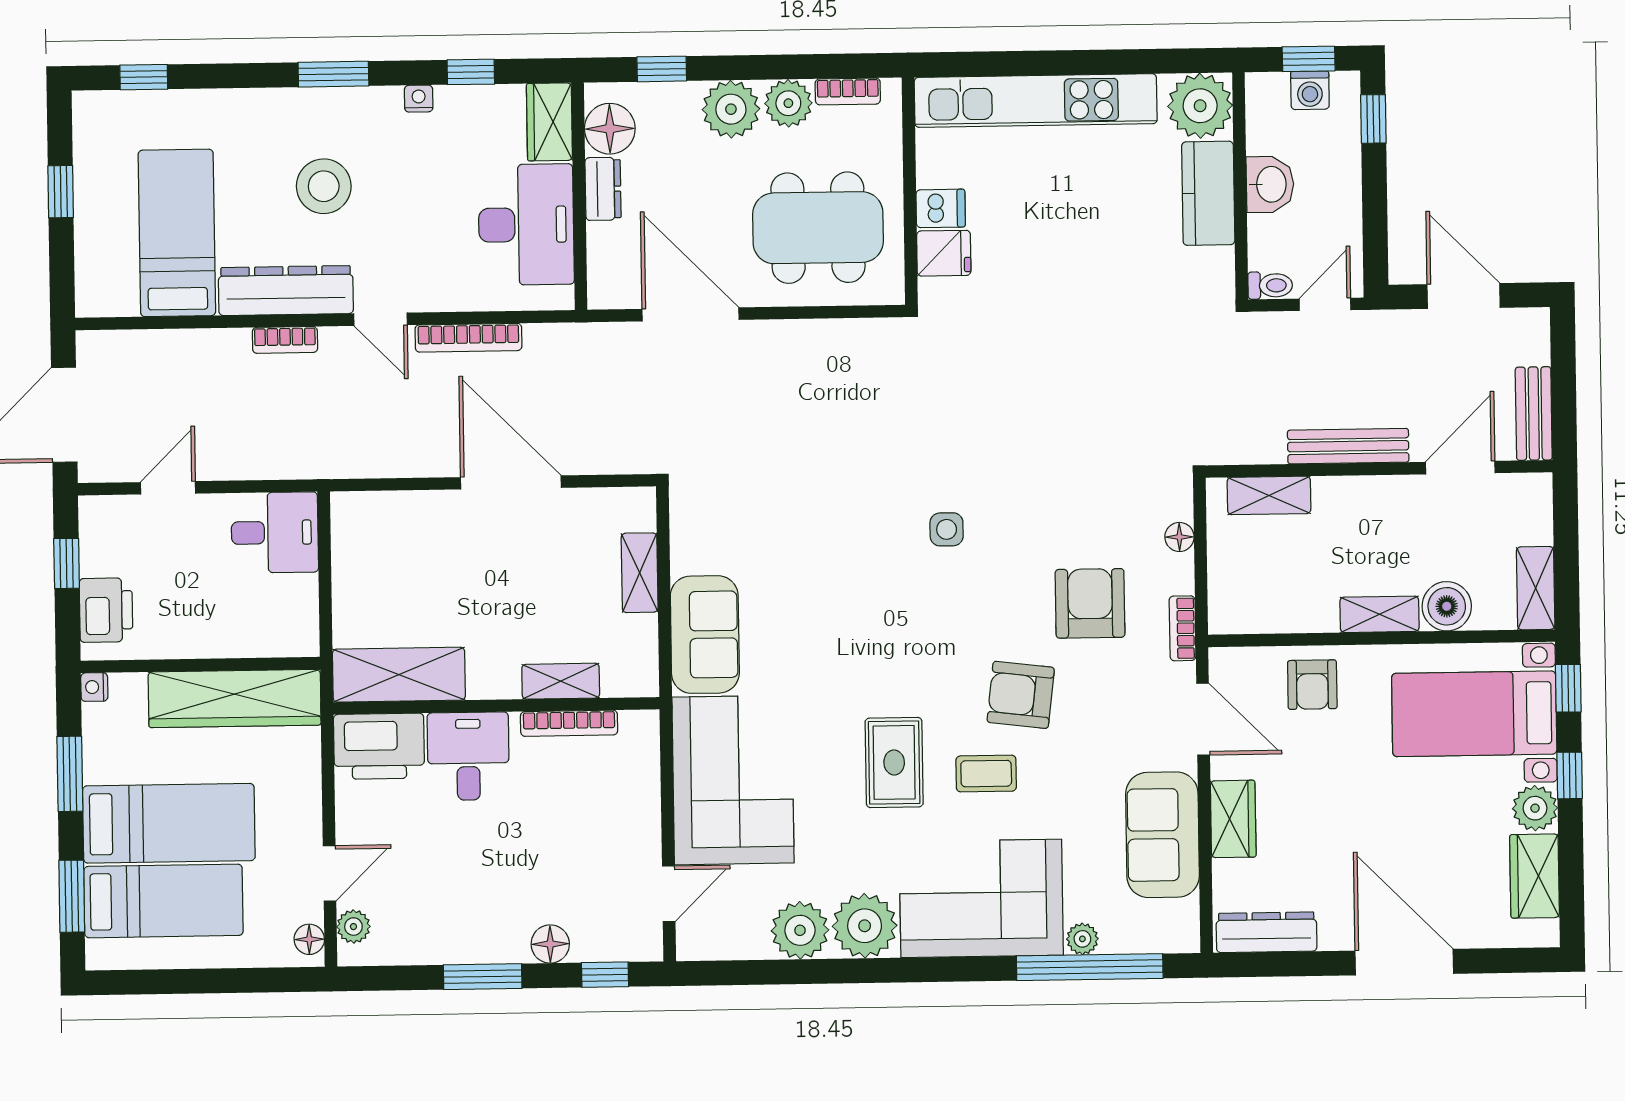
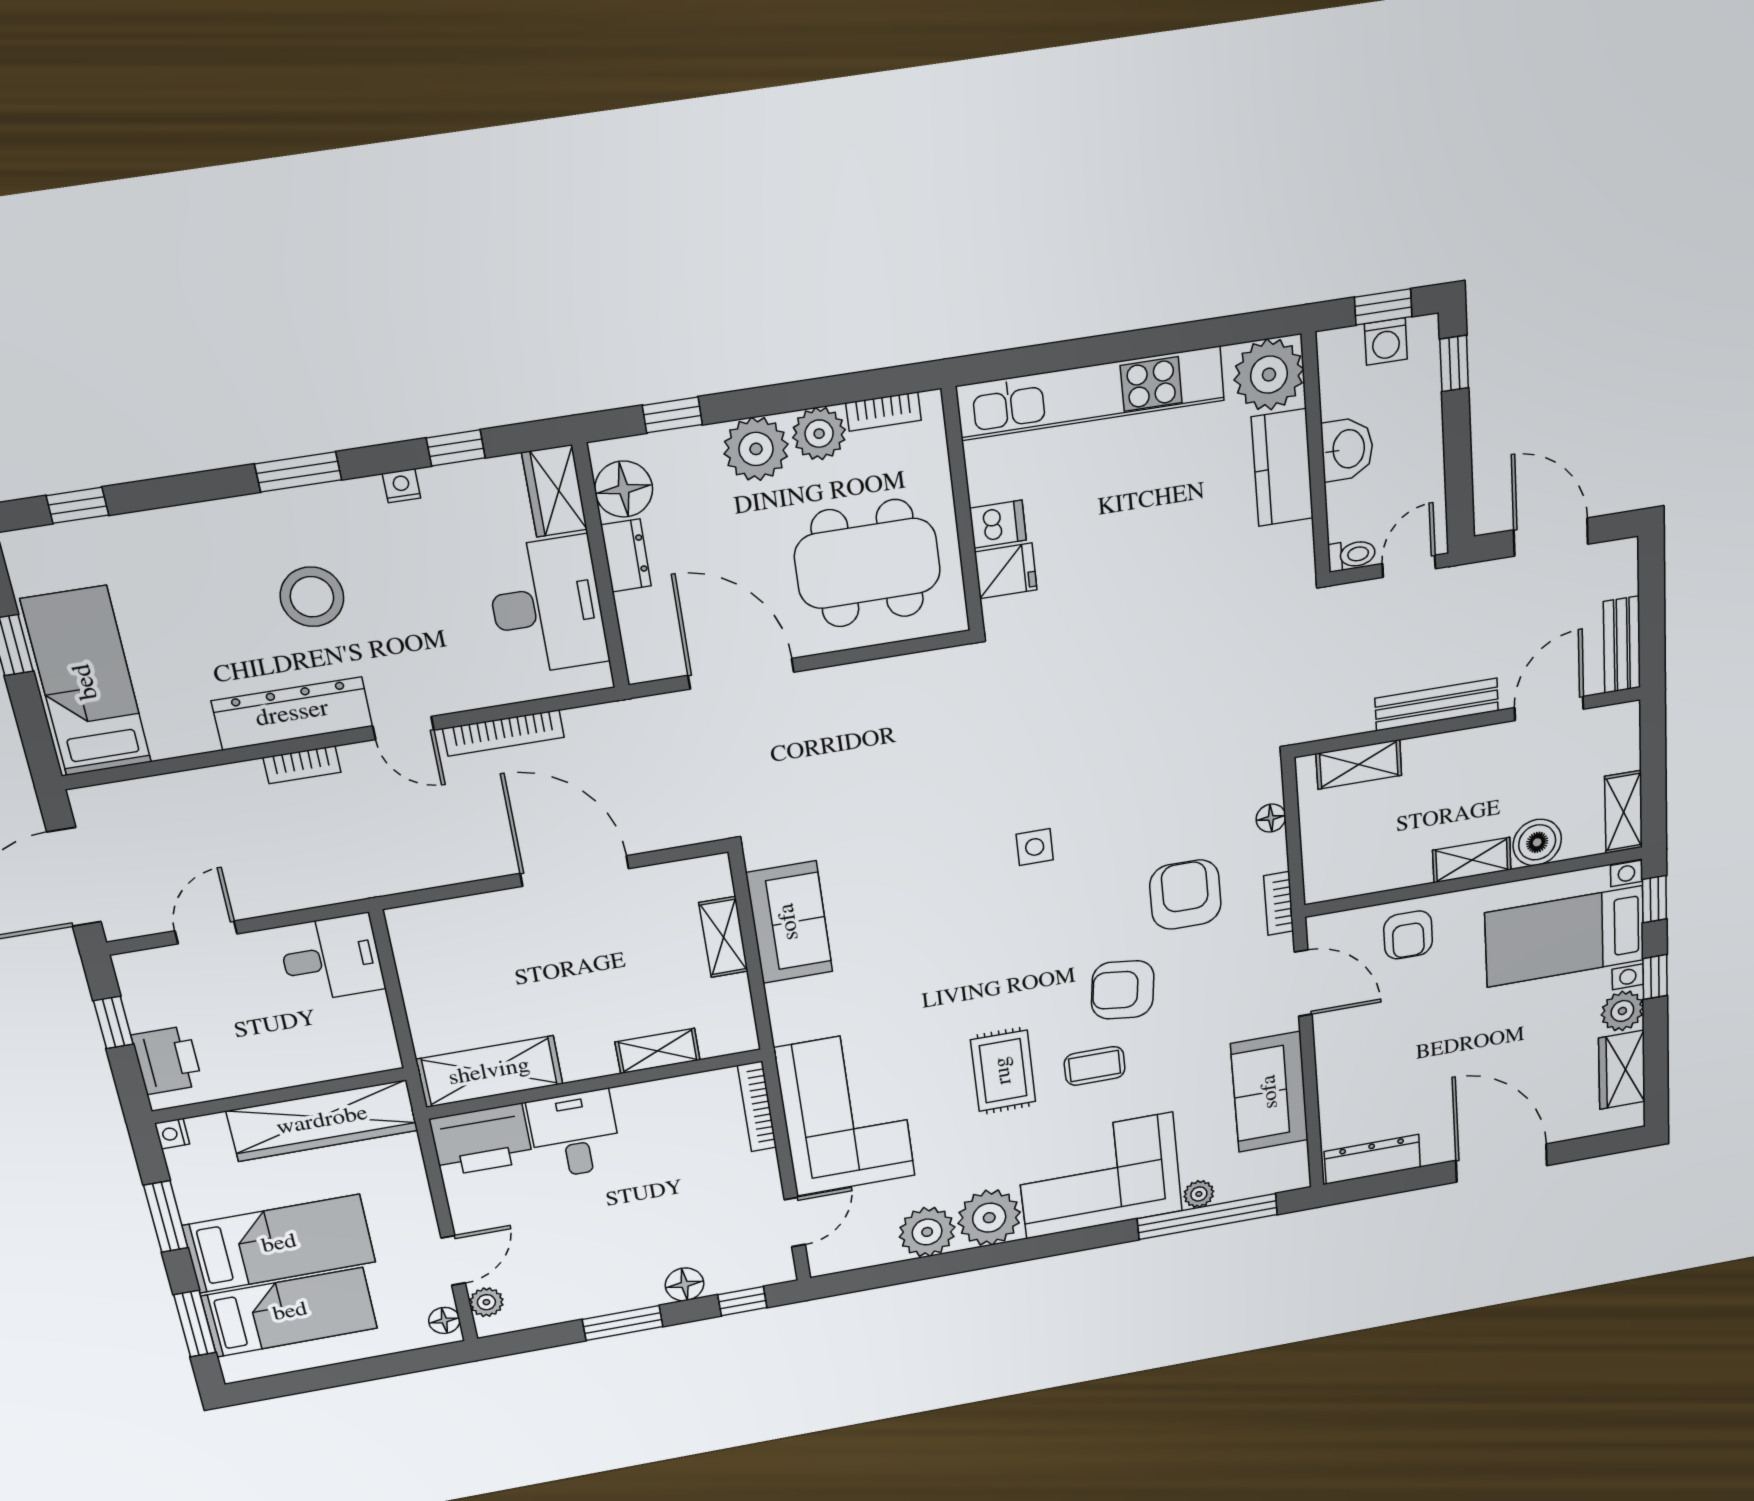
bed: (177, 233) -> (86, 682), moved
sofa: (705, 635) -> (789, 922), moved
bookcase: (569, 723) -> (757, 1106), moved, turned 90
wardrobe: (1233, 819) -> (1337, 1067), removed

